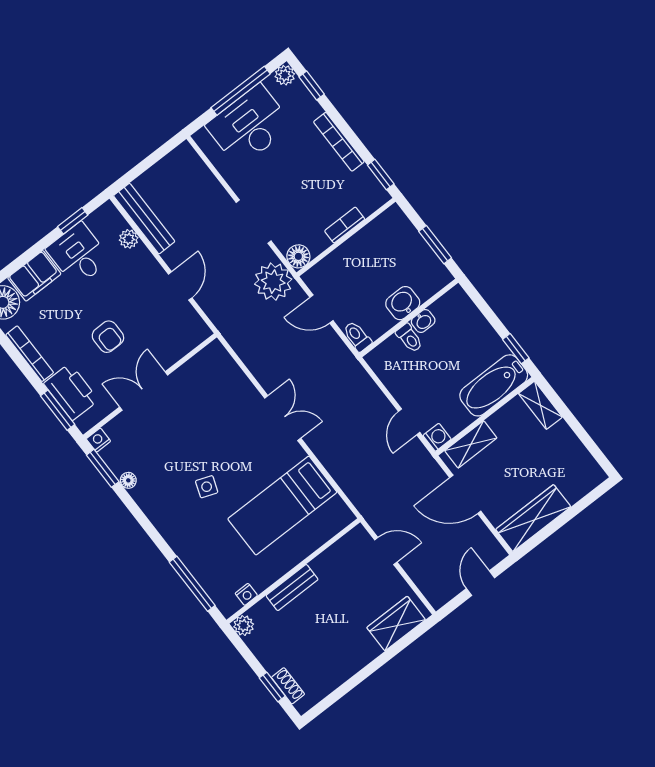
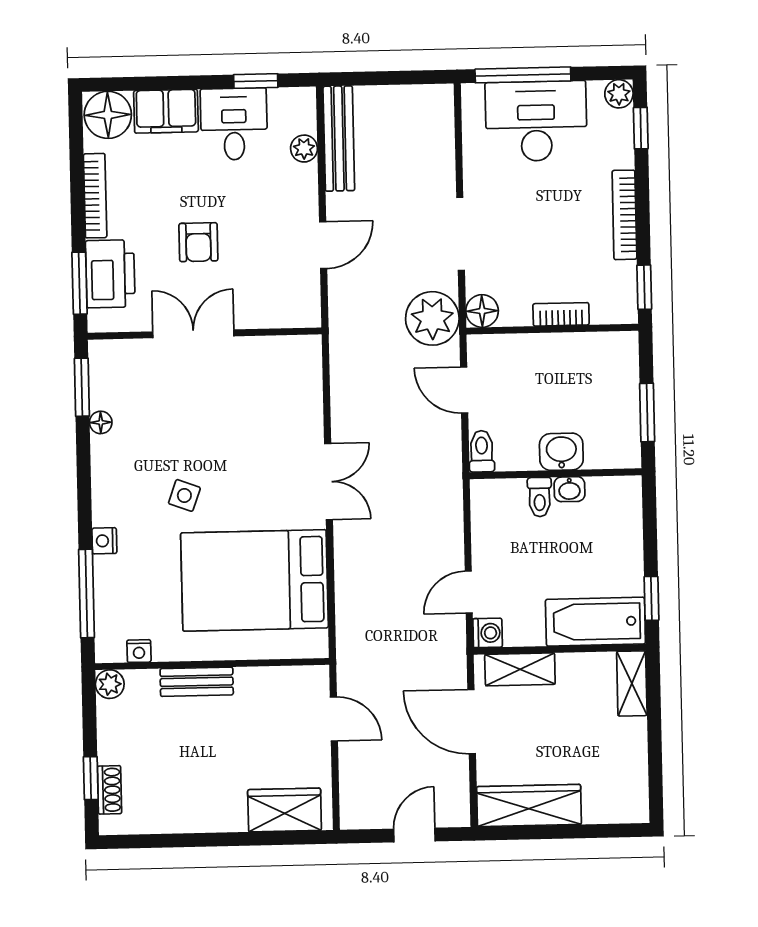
window: (241, 91) -> (523, 75), moved
nightstand: (98, 440) -> (104, 541), moved, turned -90
bed: (282, 506) -> (254, 580), width x1.50

